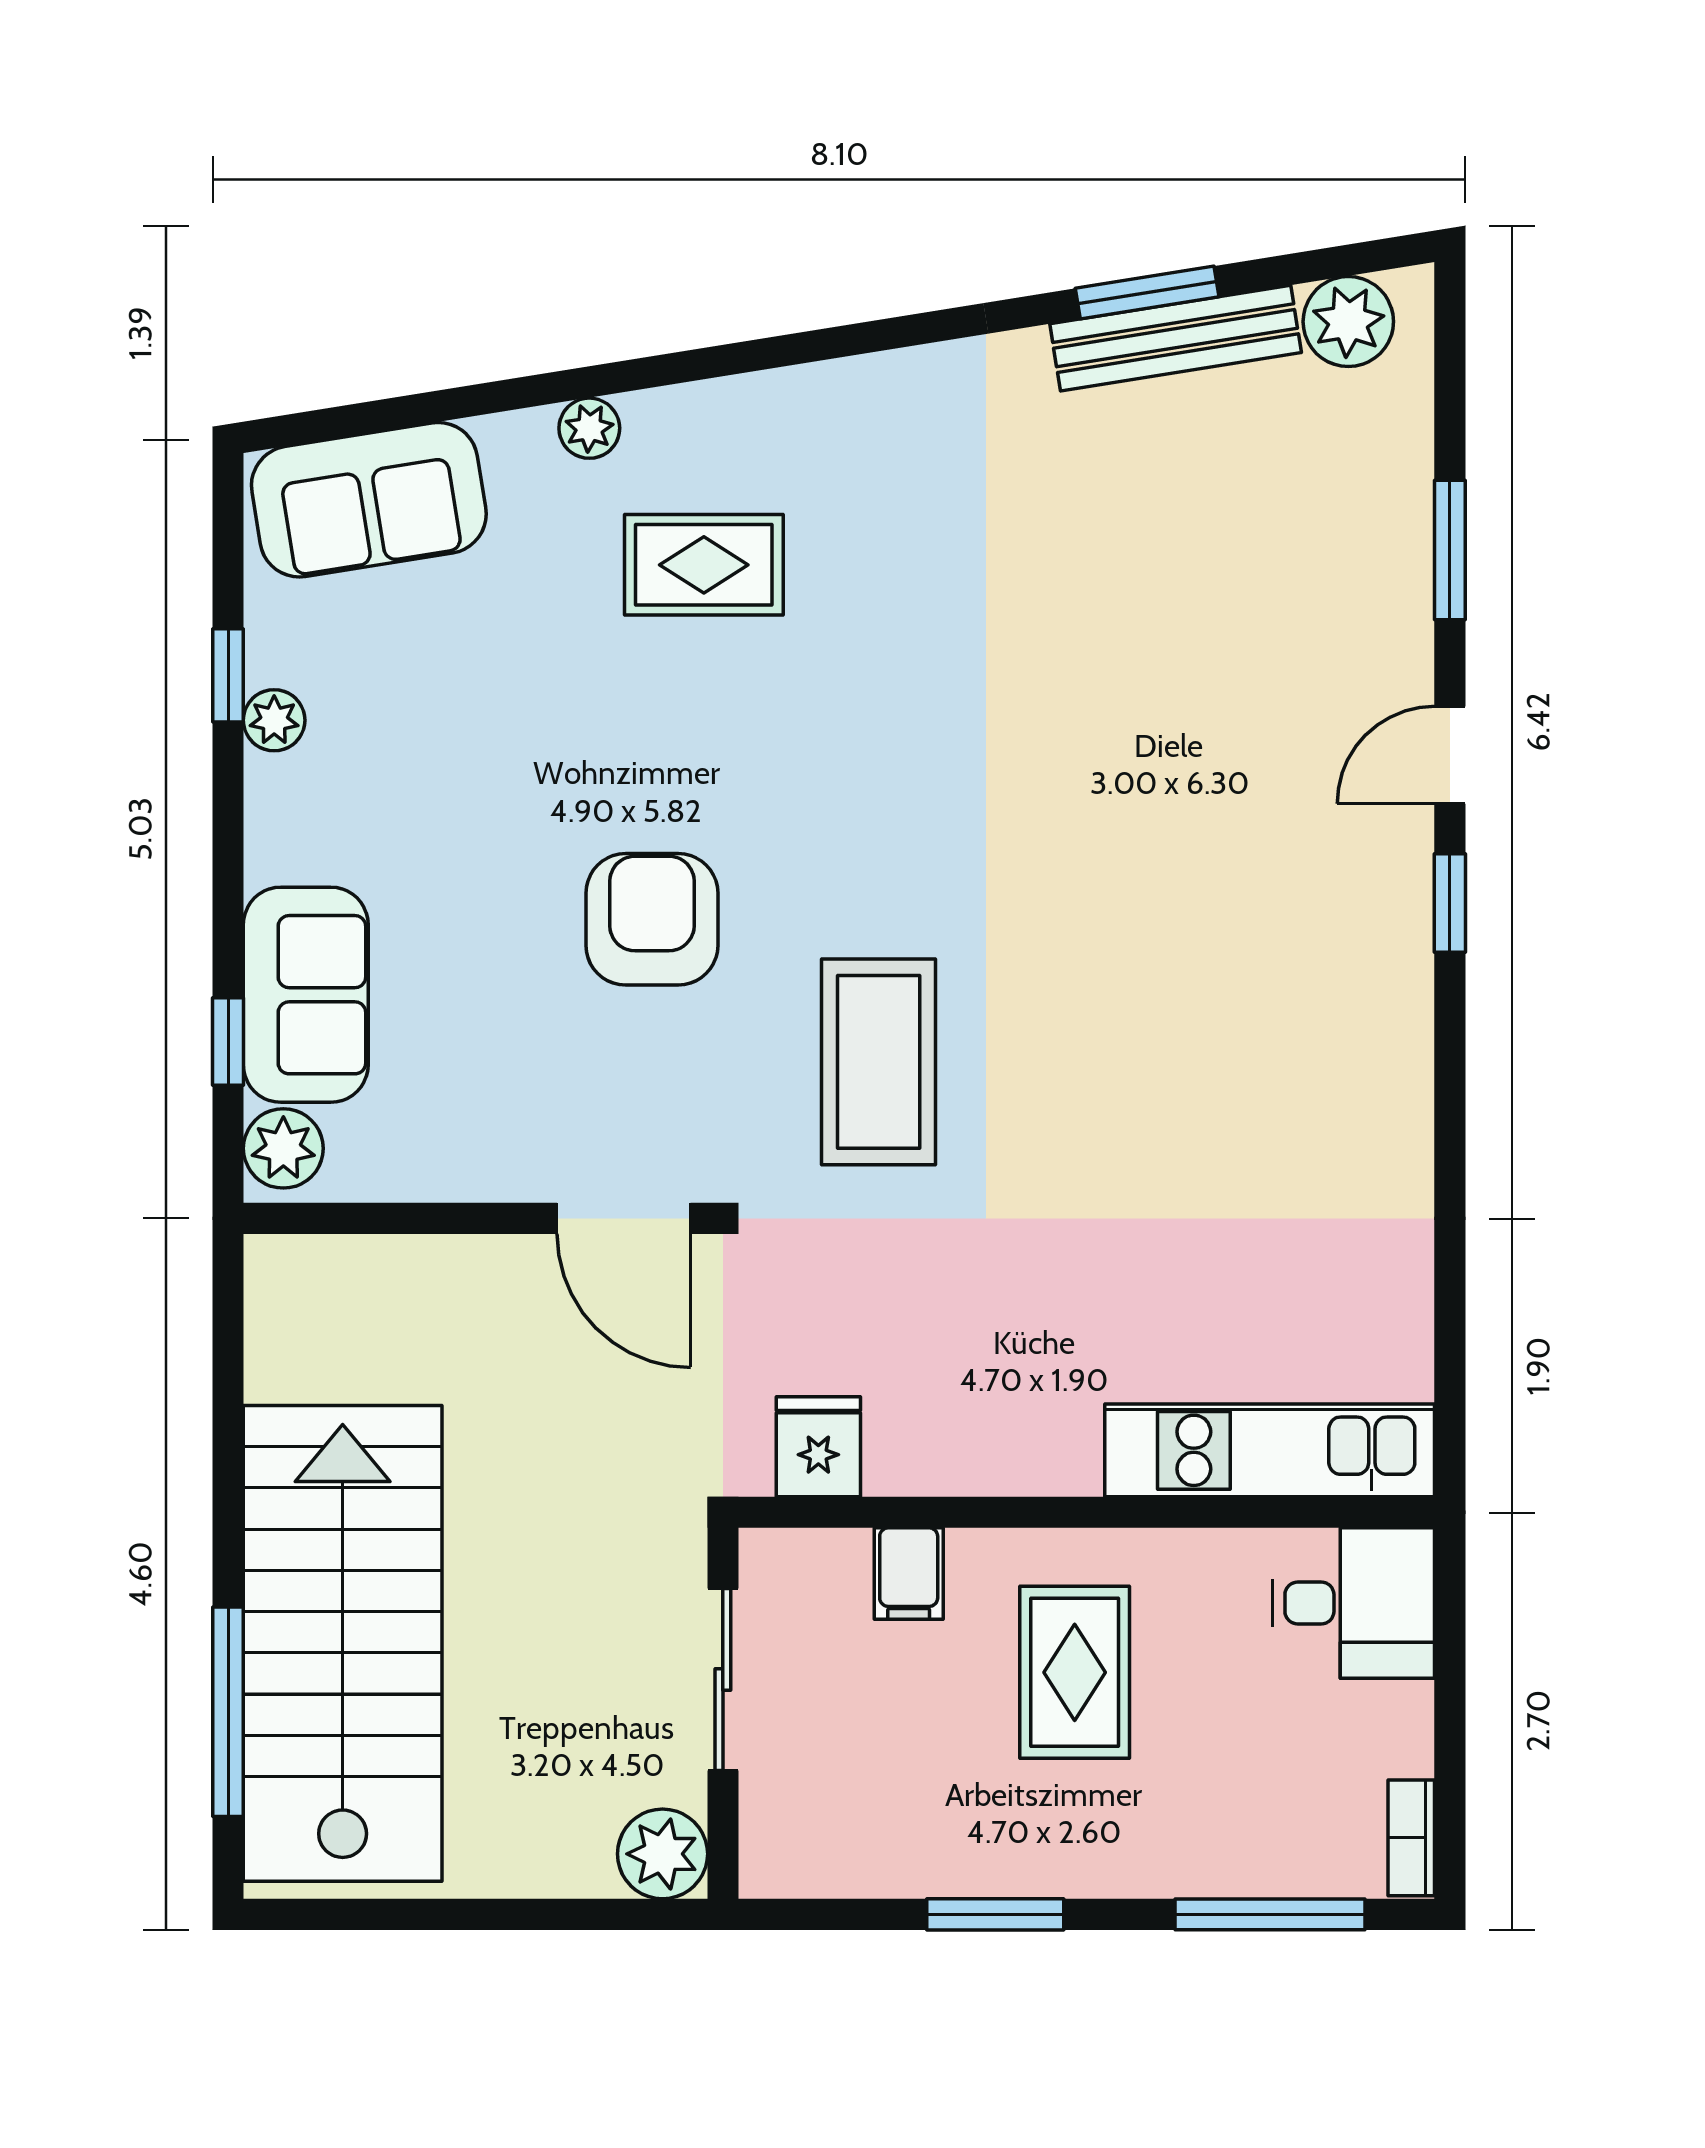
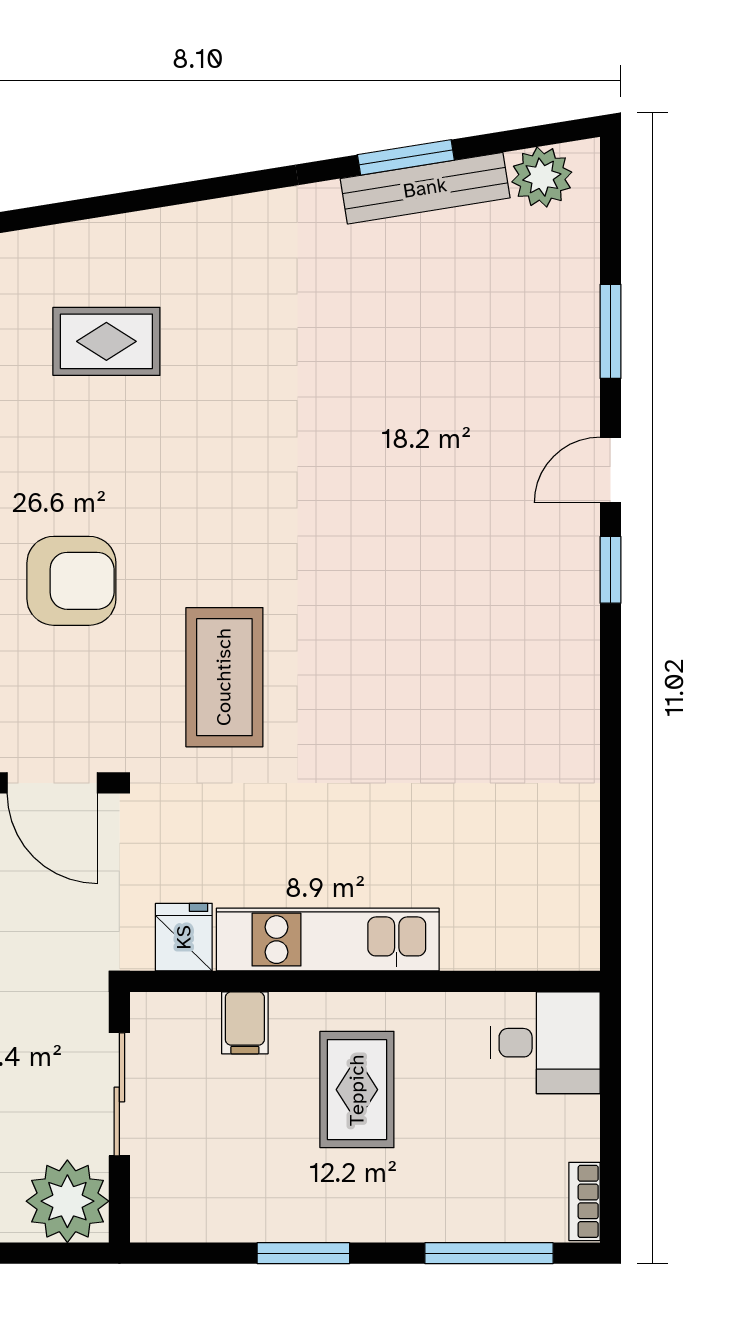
plant: (589, 428) -> (29, 249), removed
armchair: (652, 919) -> (71, 581), turned 90
kitchen unit: (1270, 1450) -> (328, 940), moved
plant: (663, 1854) -> (67, 1201), width x1.36, depth x1.36

